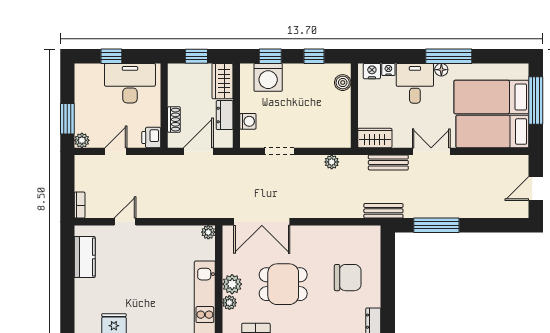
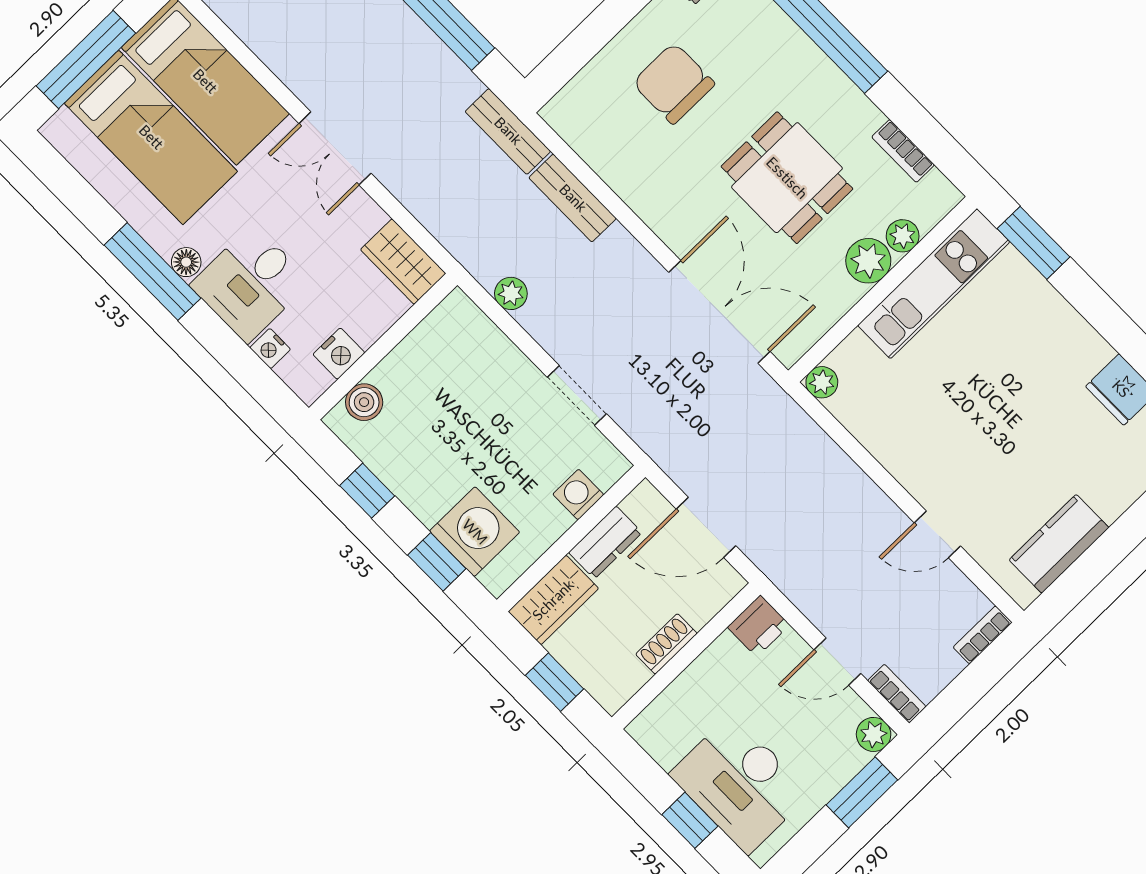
nightstand: (372, 71) -> (339, 354), moved, turned -90
desk: (130, 83) -> (740, 784), moved
shoe rack: (174, 120) -> (666, 644), moved
bookcase: (88, 160) -> (897, 694), added
bench: (388, 162) -> (573, 198), moved

